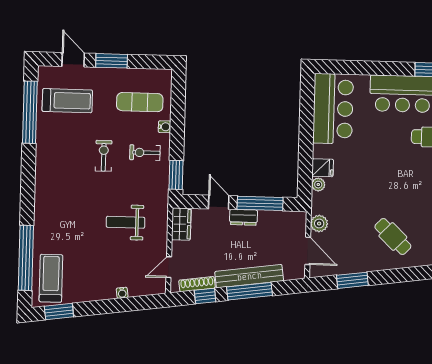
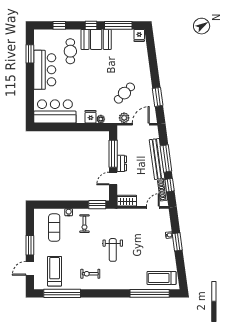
exercise bike: (104, 156) -> (90, 274), moved
weight bench: (126, 222) -> (113, 250), moved
cafe table: (393, 237) -> (124, 93), moved
door: (169, 267) -> (153, 207), swing flipped
window: (59, 312) -> (177, 242), moved

